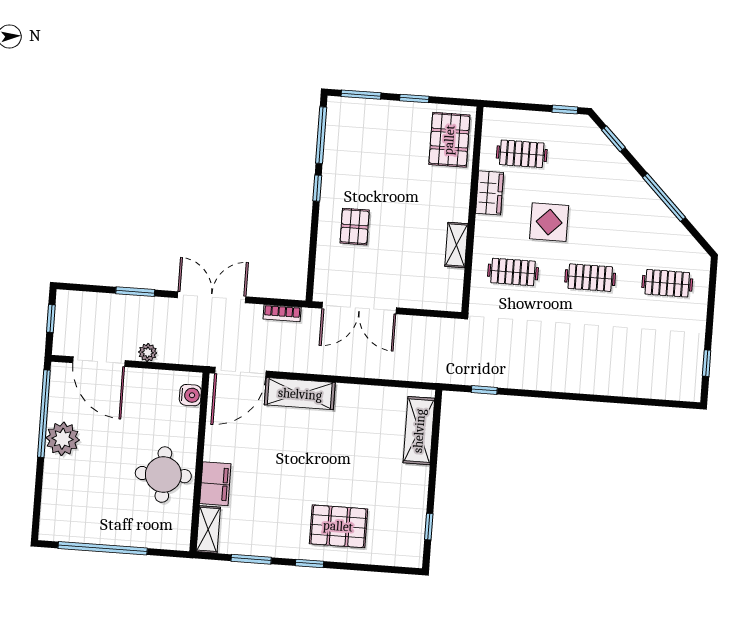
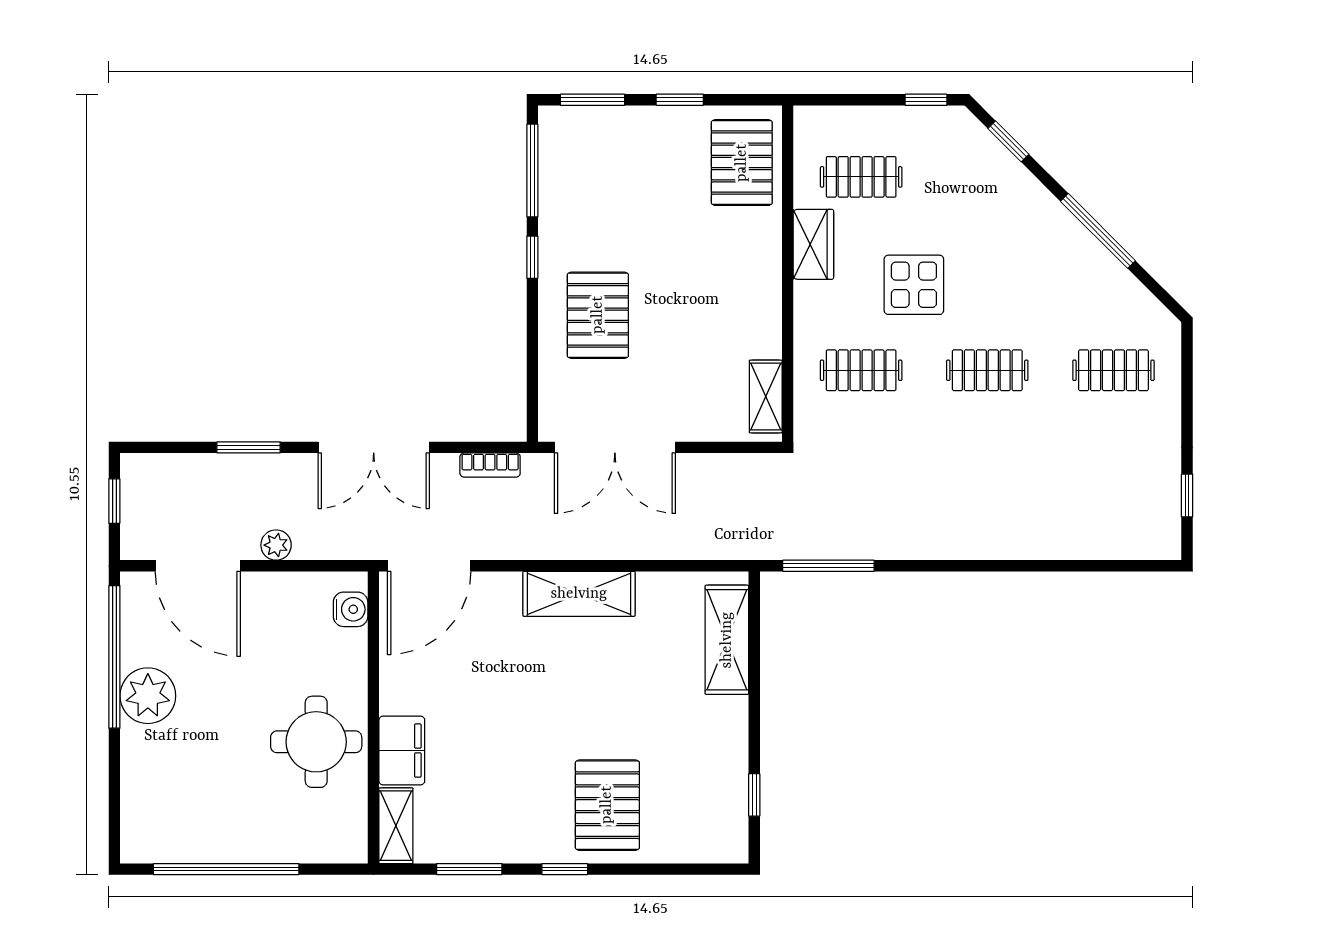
pallet: (355, 227) -> (598, 315), width x1.50, depth x1.42
shelving: (456, 245) -> (766, 396), moved
double door: (212, 297) -> (374, 447), swing flipped
window: (484, 390) -> (828, 566), width x2.17
shelving: (300, 394) -> (579, 594), moved
pallet: (338, 526) -> (607, 805), turned 90

